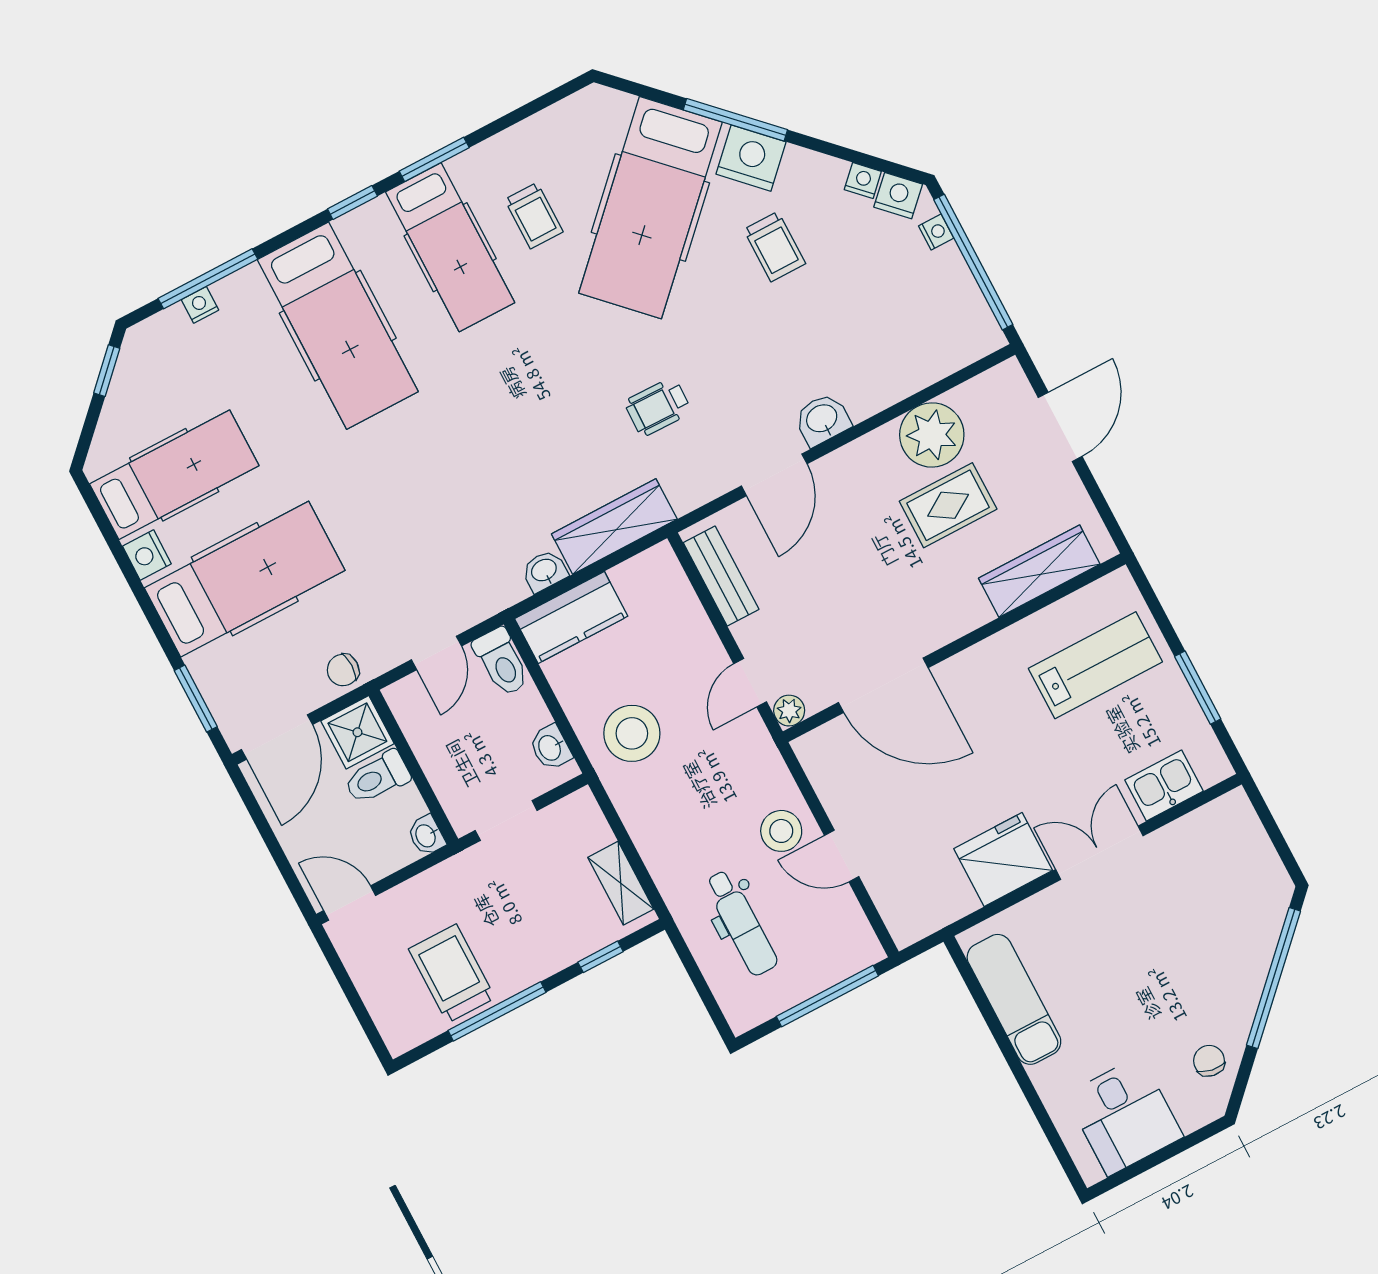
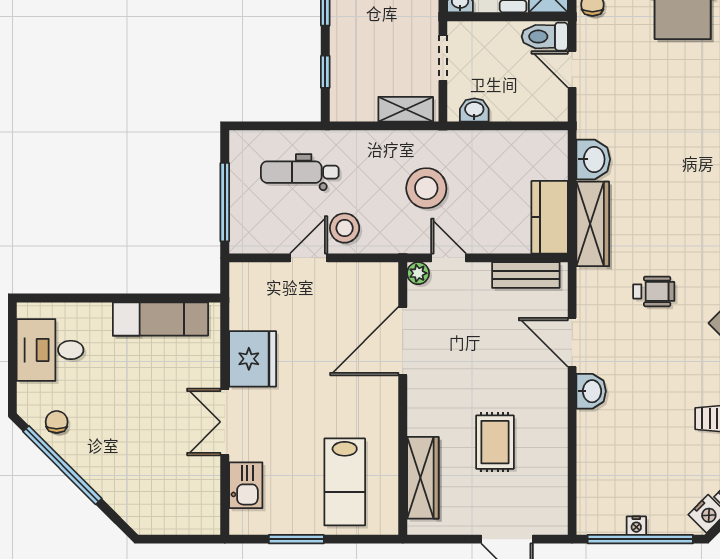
nightstand: (936, 232) -> (636, 526), moved
wheelchair: (658, 407) -> (654, 291), turned 89
plant: (932, 435) -> (545, 455), removed
washbasin: (544, 571) -> (593, 159), width x1.38, depth x1.45
kitchen counter: (571, 617) -> (550, 217), moved
toilet: (502, 662) -> (545, 37), moved
stool: (632, 733) -> (426, 188), moved
double door: (1099, 853) -> (225, 422), swing flipped
shelving: (621, 883) -> (406, 109), moved
window: (1273, 978) -> (62, 465), moved
chair: (1209, 1061) -> (57, 422), turned -100

